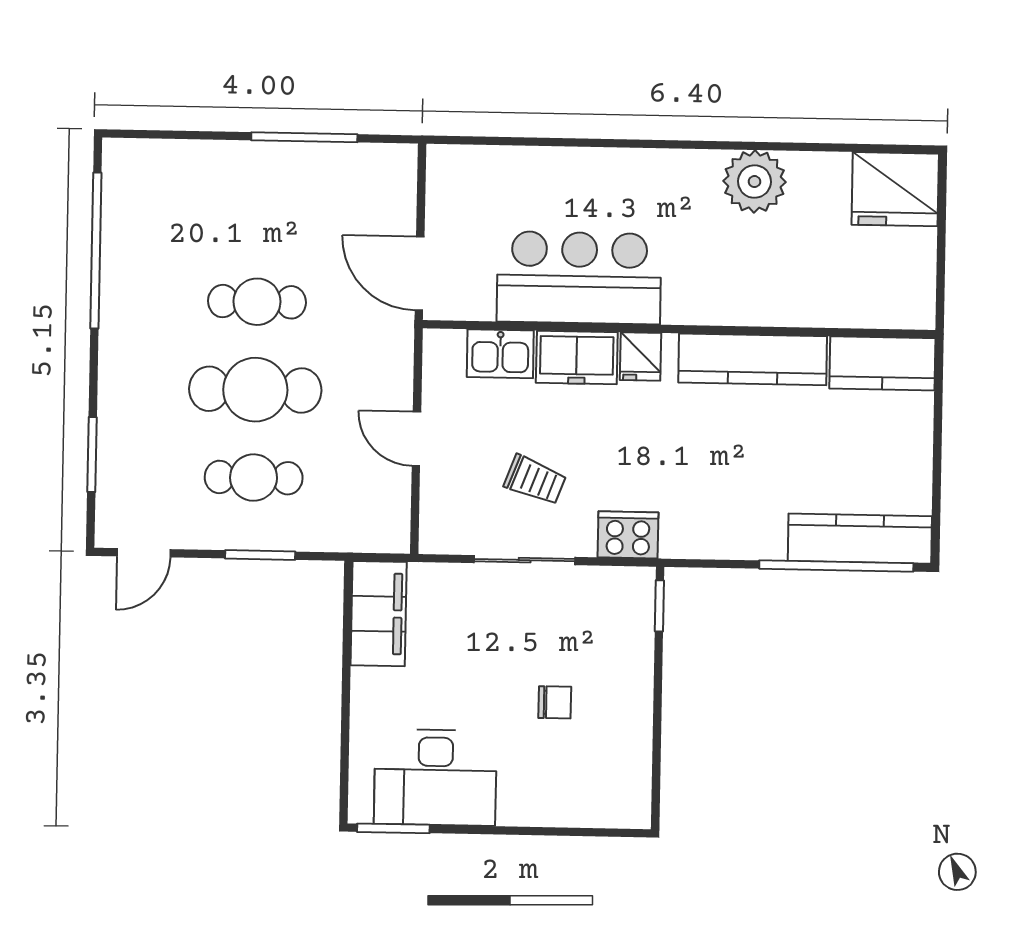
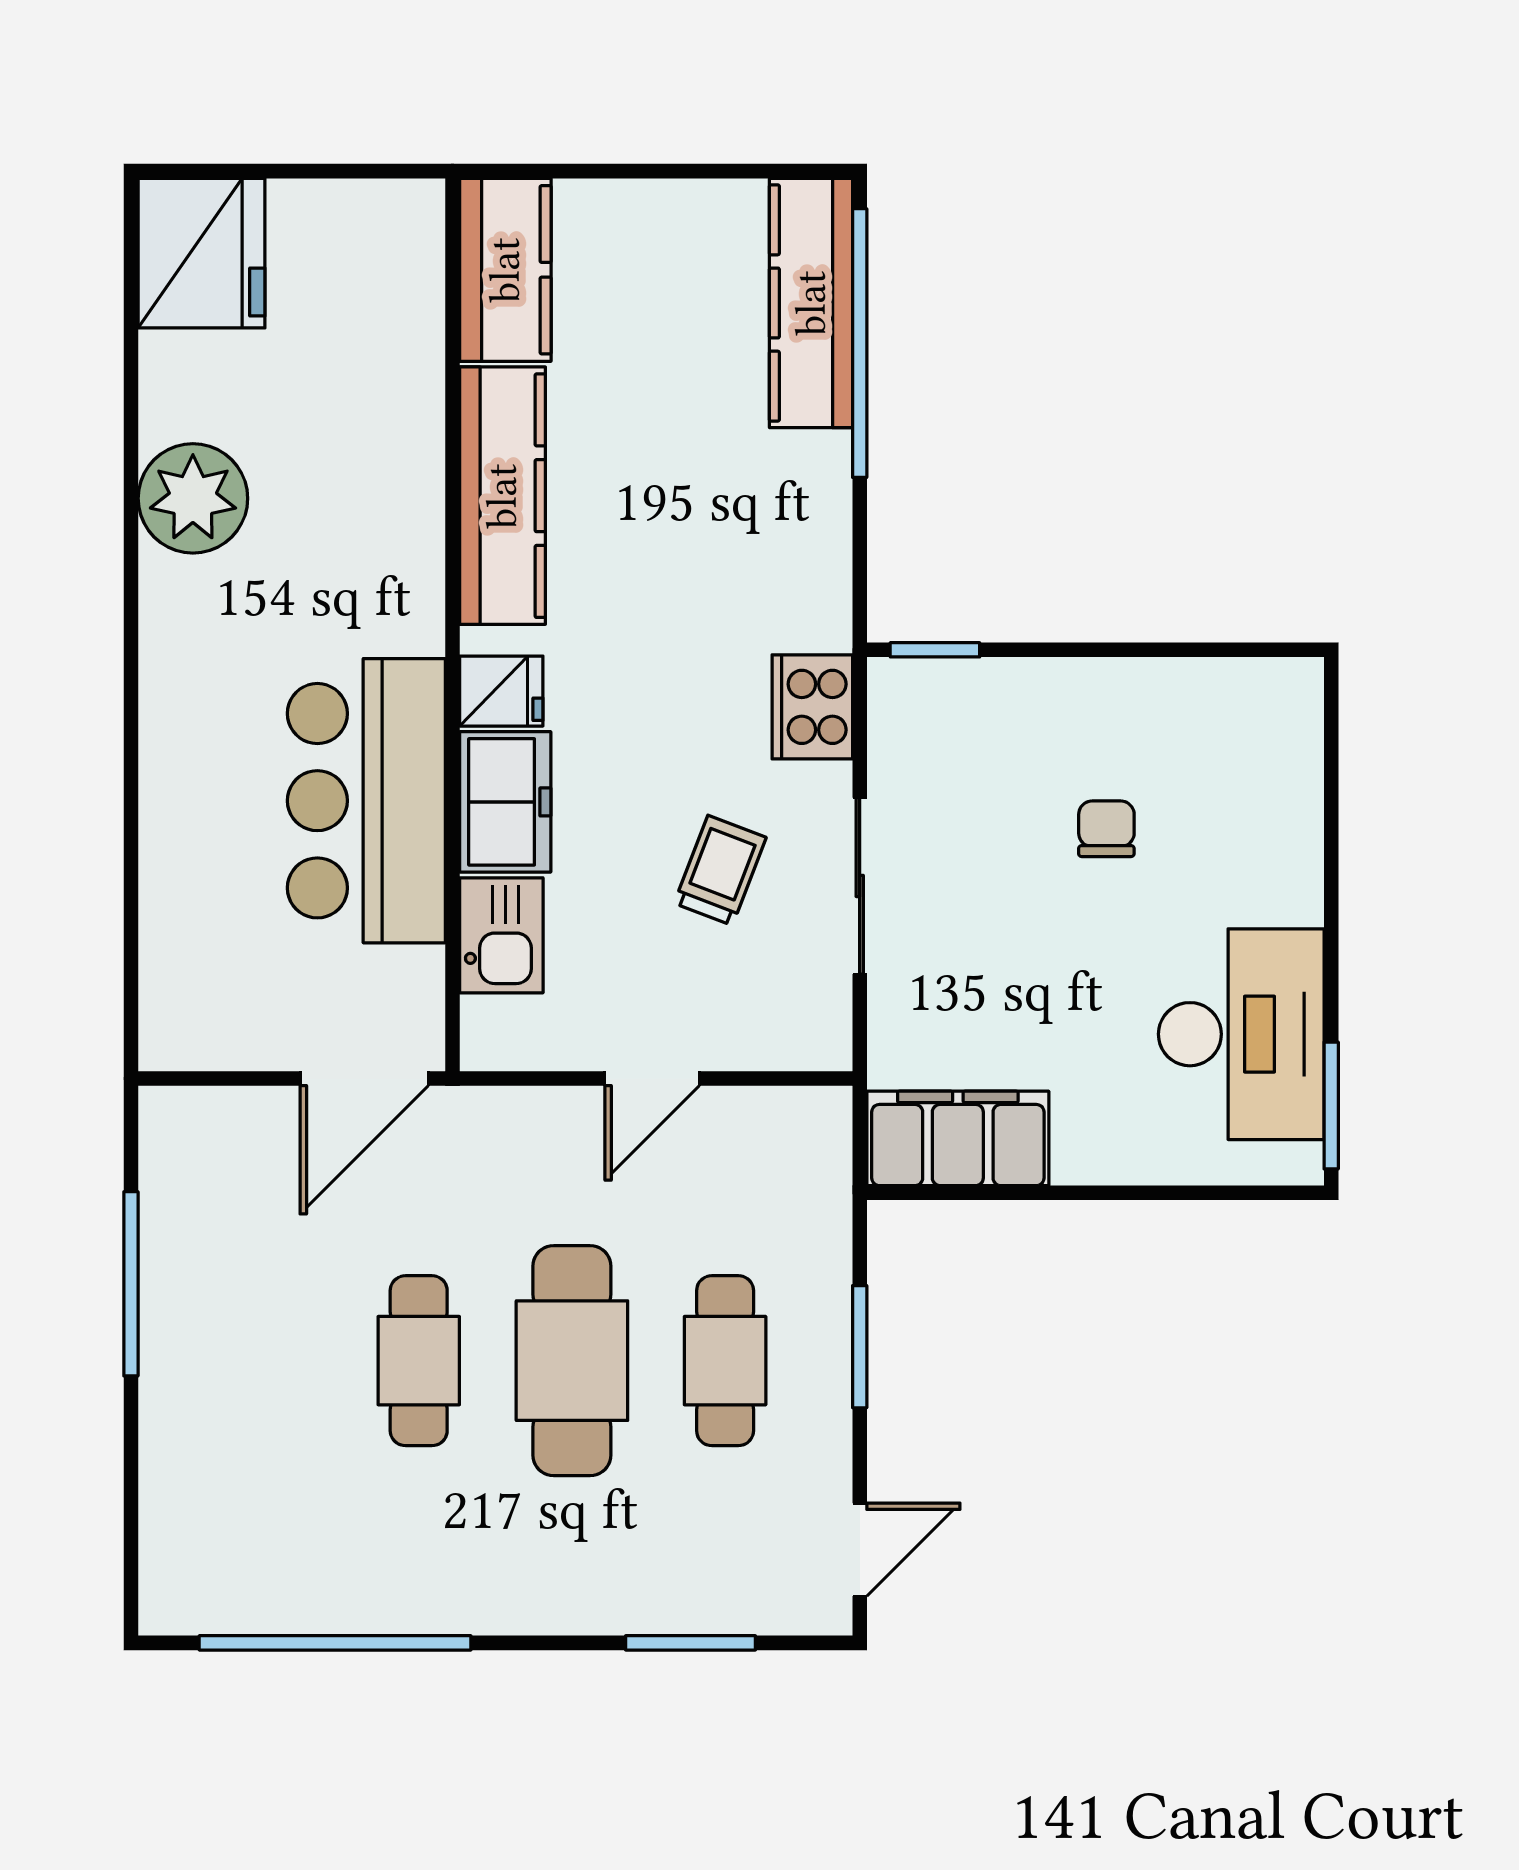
door: (144, 553) -> (860, 1550), hinge flipped

